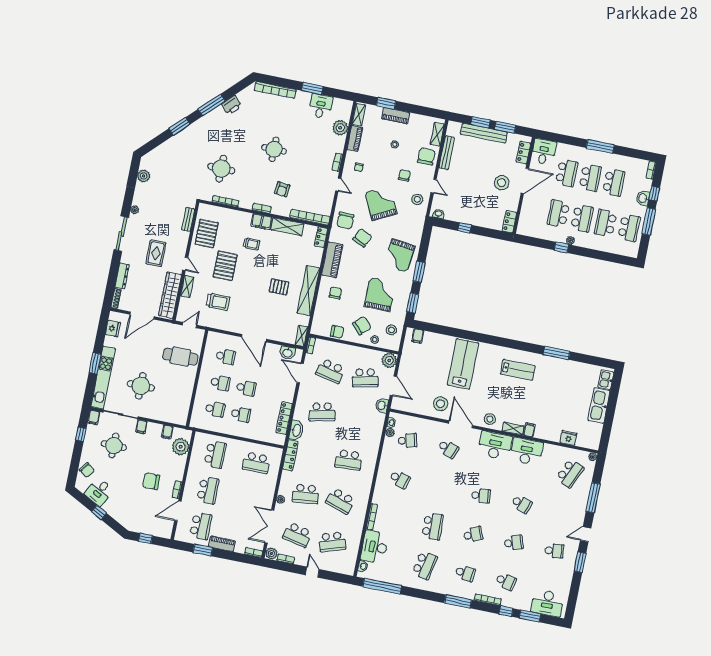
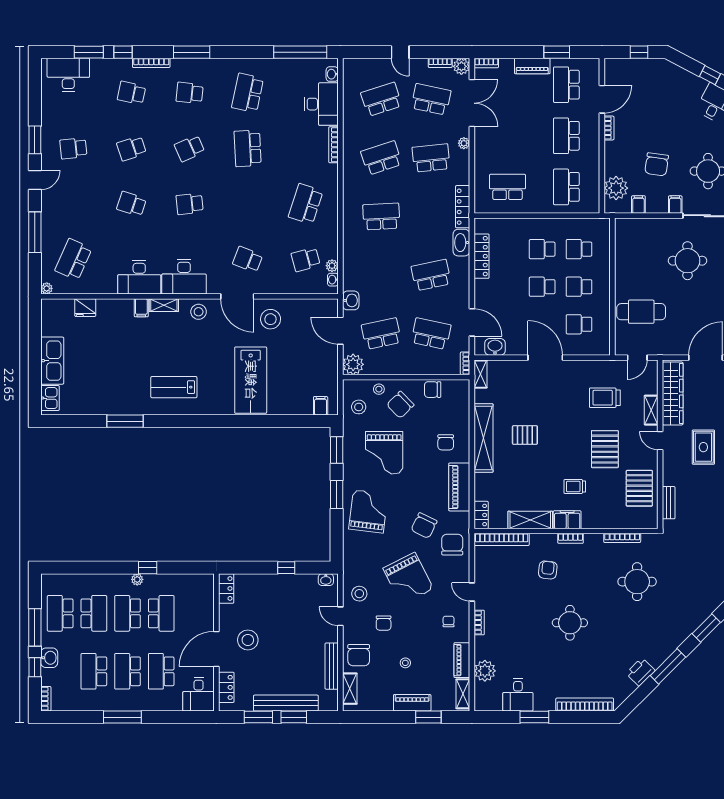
school desk: (400, 479) -> (306, 204), width x1.85
chair: (151, 481) -> (657, 164), moved, turned 98
school desk: (340, 501) -> (381, 158), turned -36

